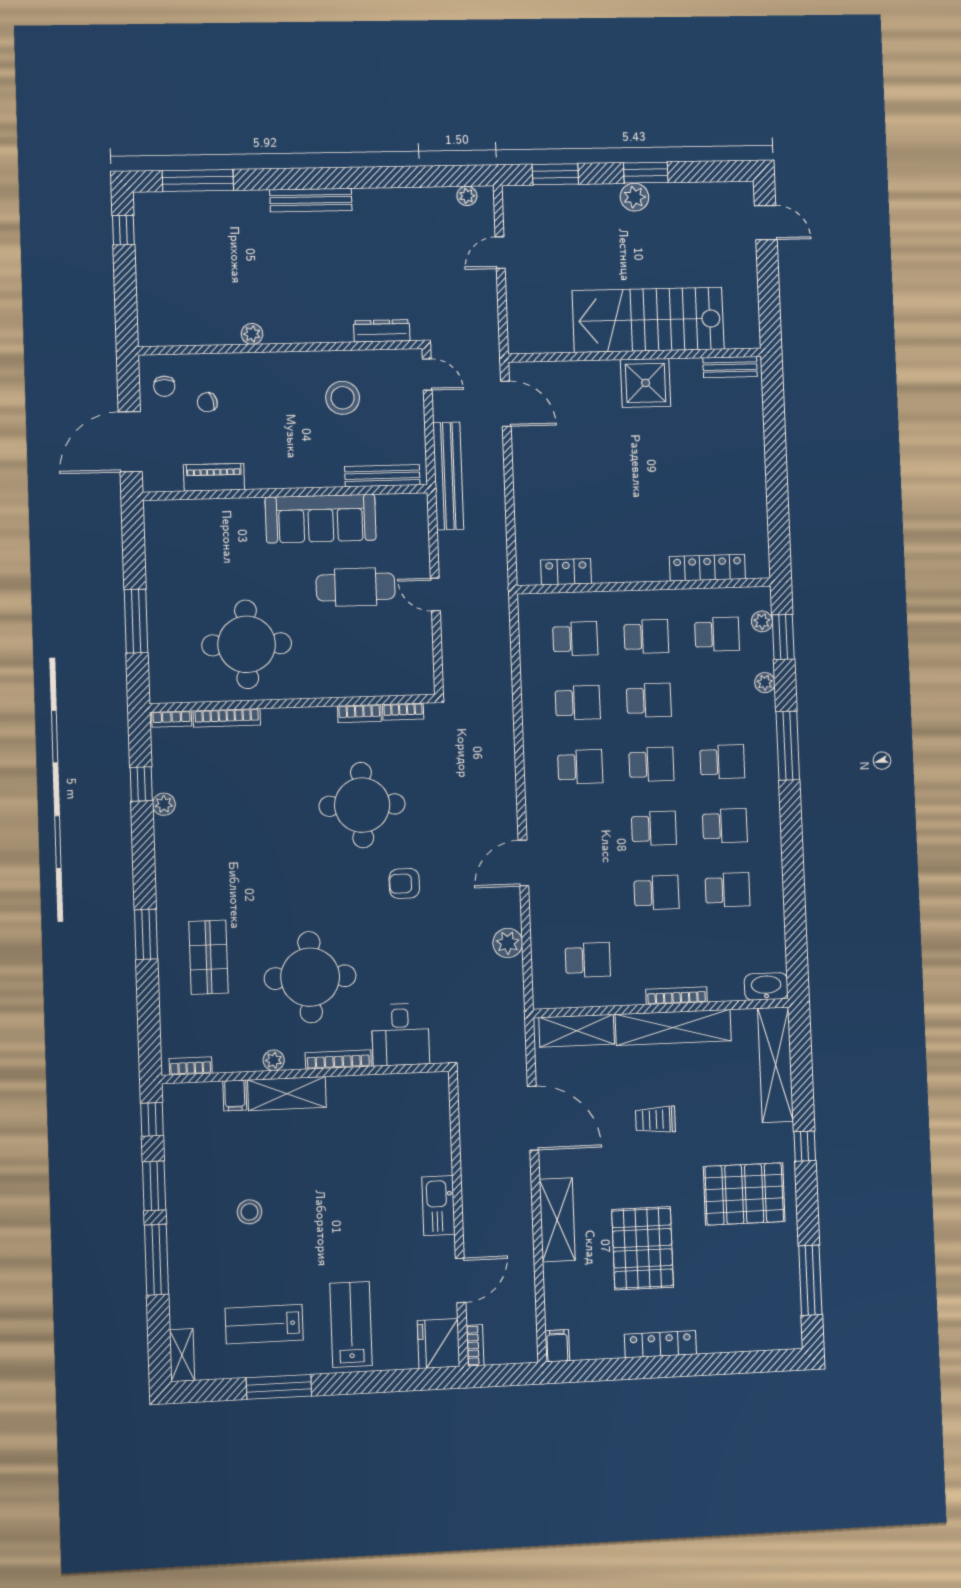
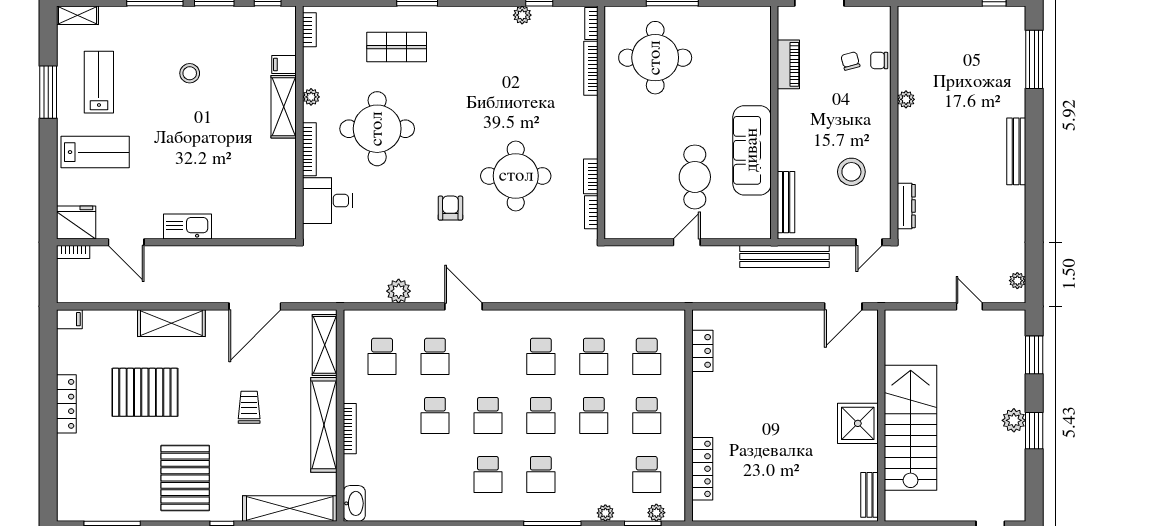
chair: (164, 386) -> (879, 61), moved
round table: (247, 644) -> (655, 58), moved
school desk: (728, 890) -> (435, 356), moved

